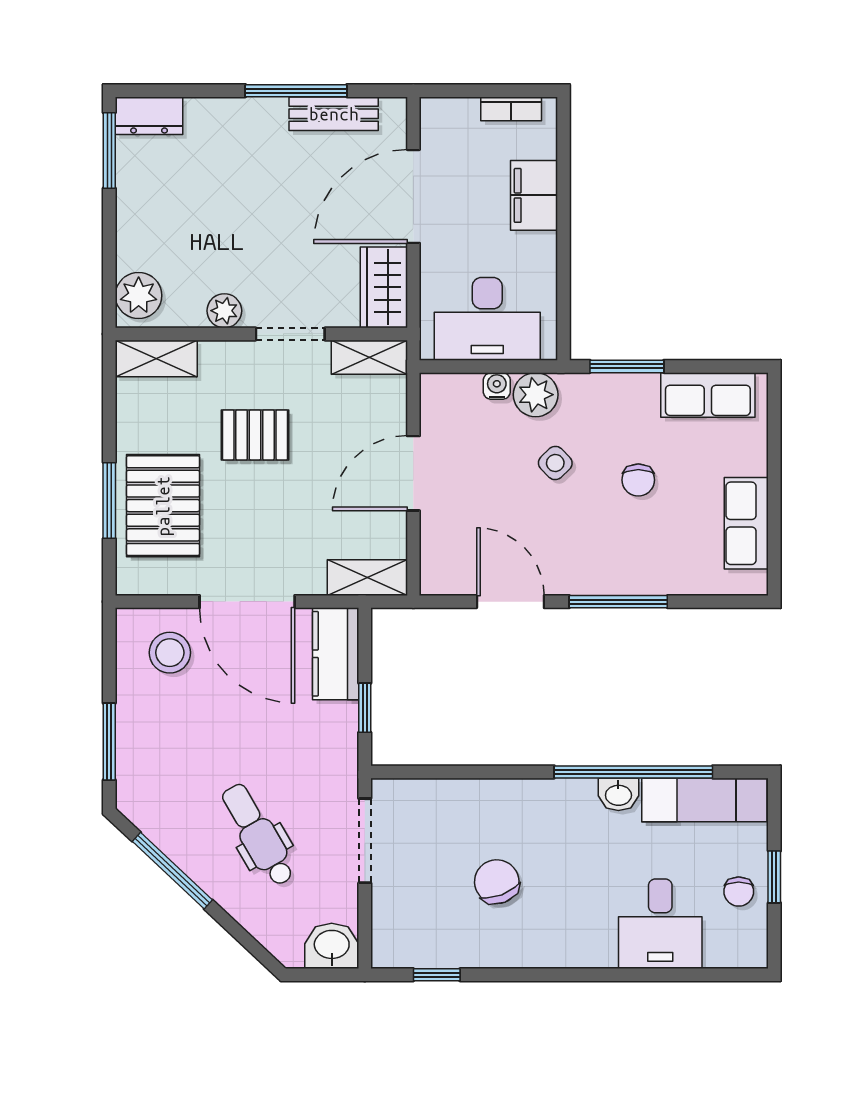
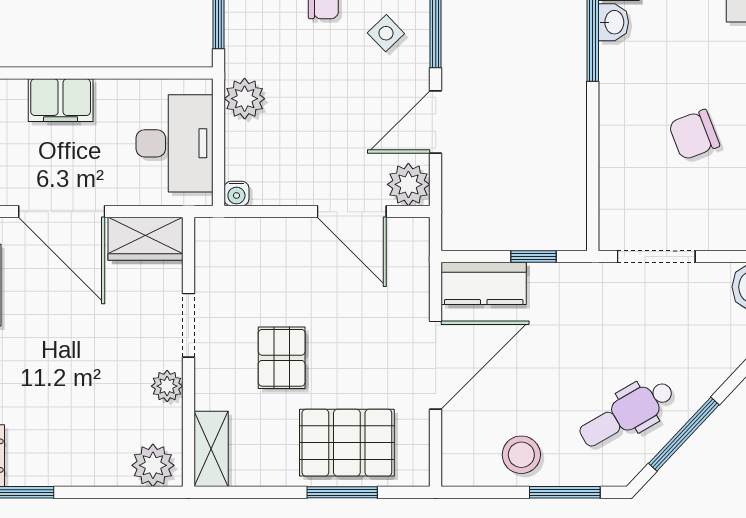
shelving: (369, 357) -> (210, 252), removed
water cooler: (497, 386) -> (236, 194), moved, turned -90
side table: (555, 463) -> (386, 33), moved
door: (413, 473) -> (352, 212), moved
plant: (443, 572) -> (408, 184), added
shelving: (367, 578) -> (413, 254), removed
stool: (170, 653) -> (521, 455), moved
dental chair: (258, 835) -> (627, 414), moved

